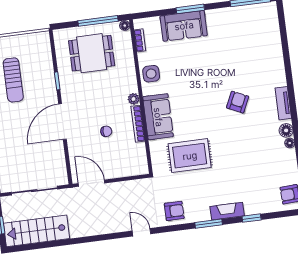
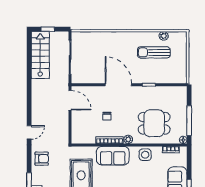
dining table: (92, 53) -> (154, 123), moved, turned 90
door: (92, 183) -> (70, 100), hinge flipped
armchair: (174, 211) -> (42, 159), turned -90

